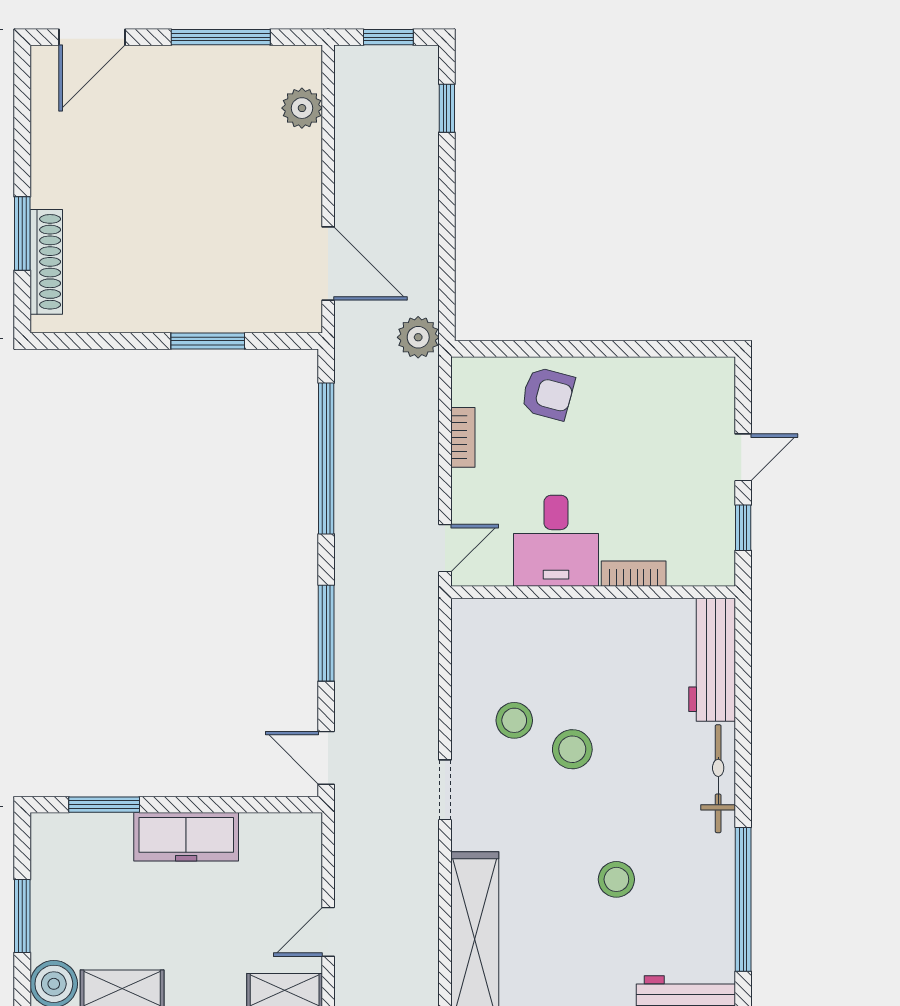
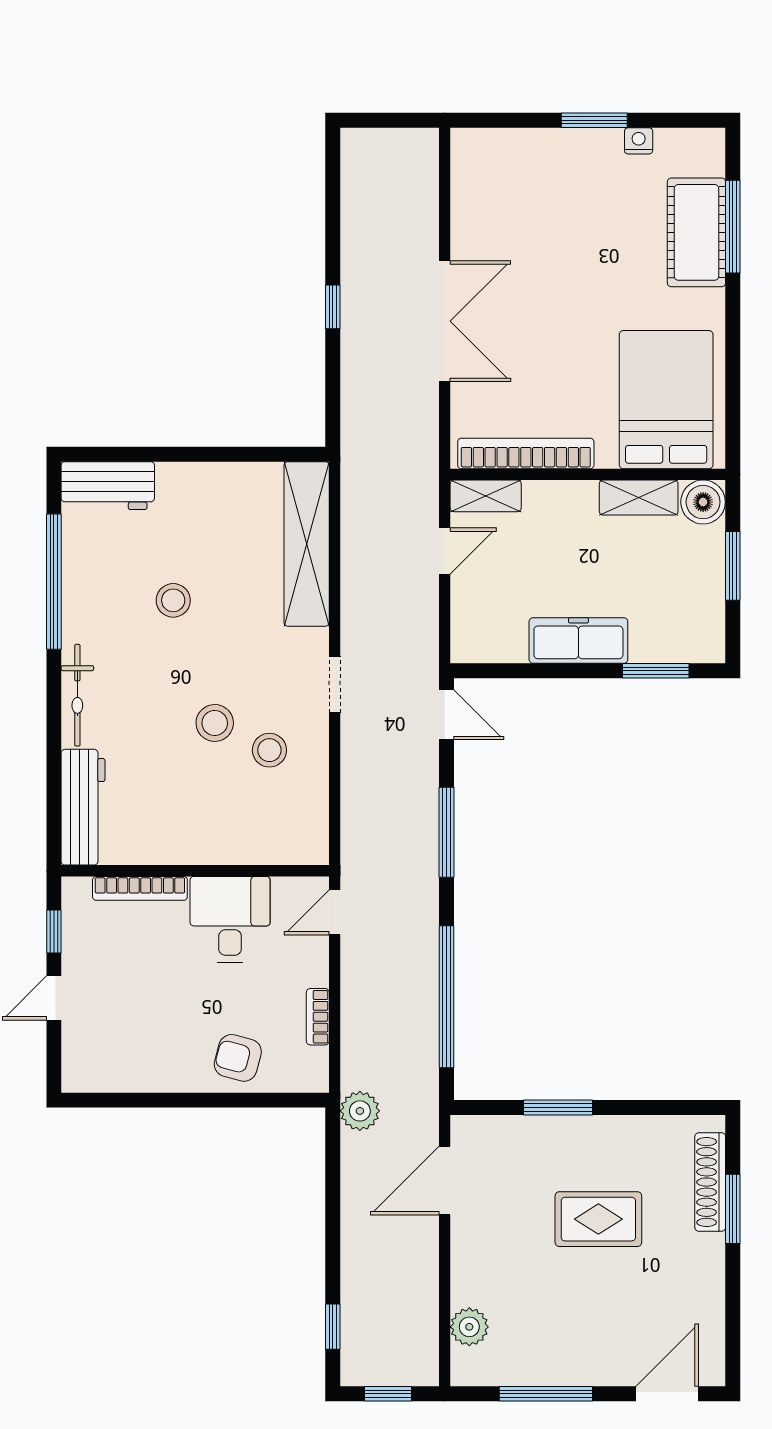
rug: (165, 222) -> (598, 1219), added
door: (328, 263) -> (445, 1180), hinge flipped
bookcase: (634, 574) -> (140, 888), width x1.56

